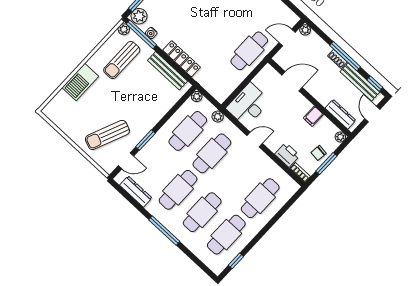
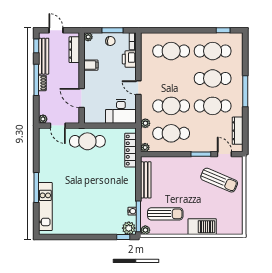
locker: (182, 59) -> (131, 150), moved
door: (372, 114) -> (56, 30), swing flipped

